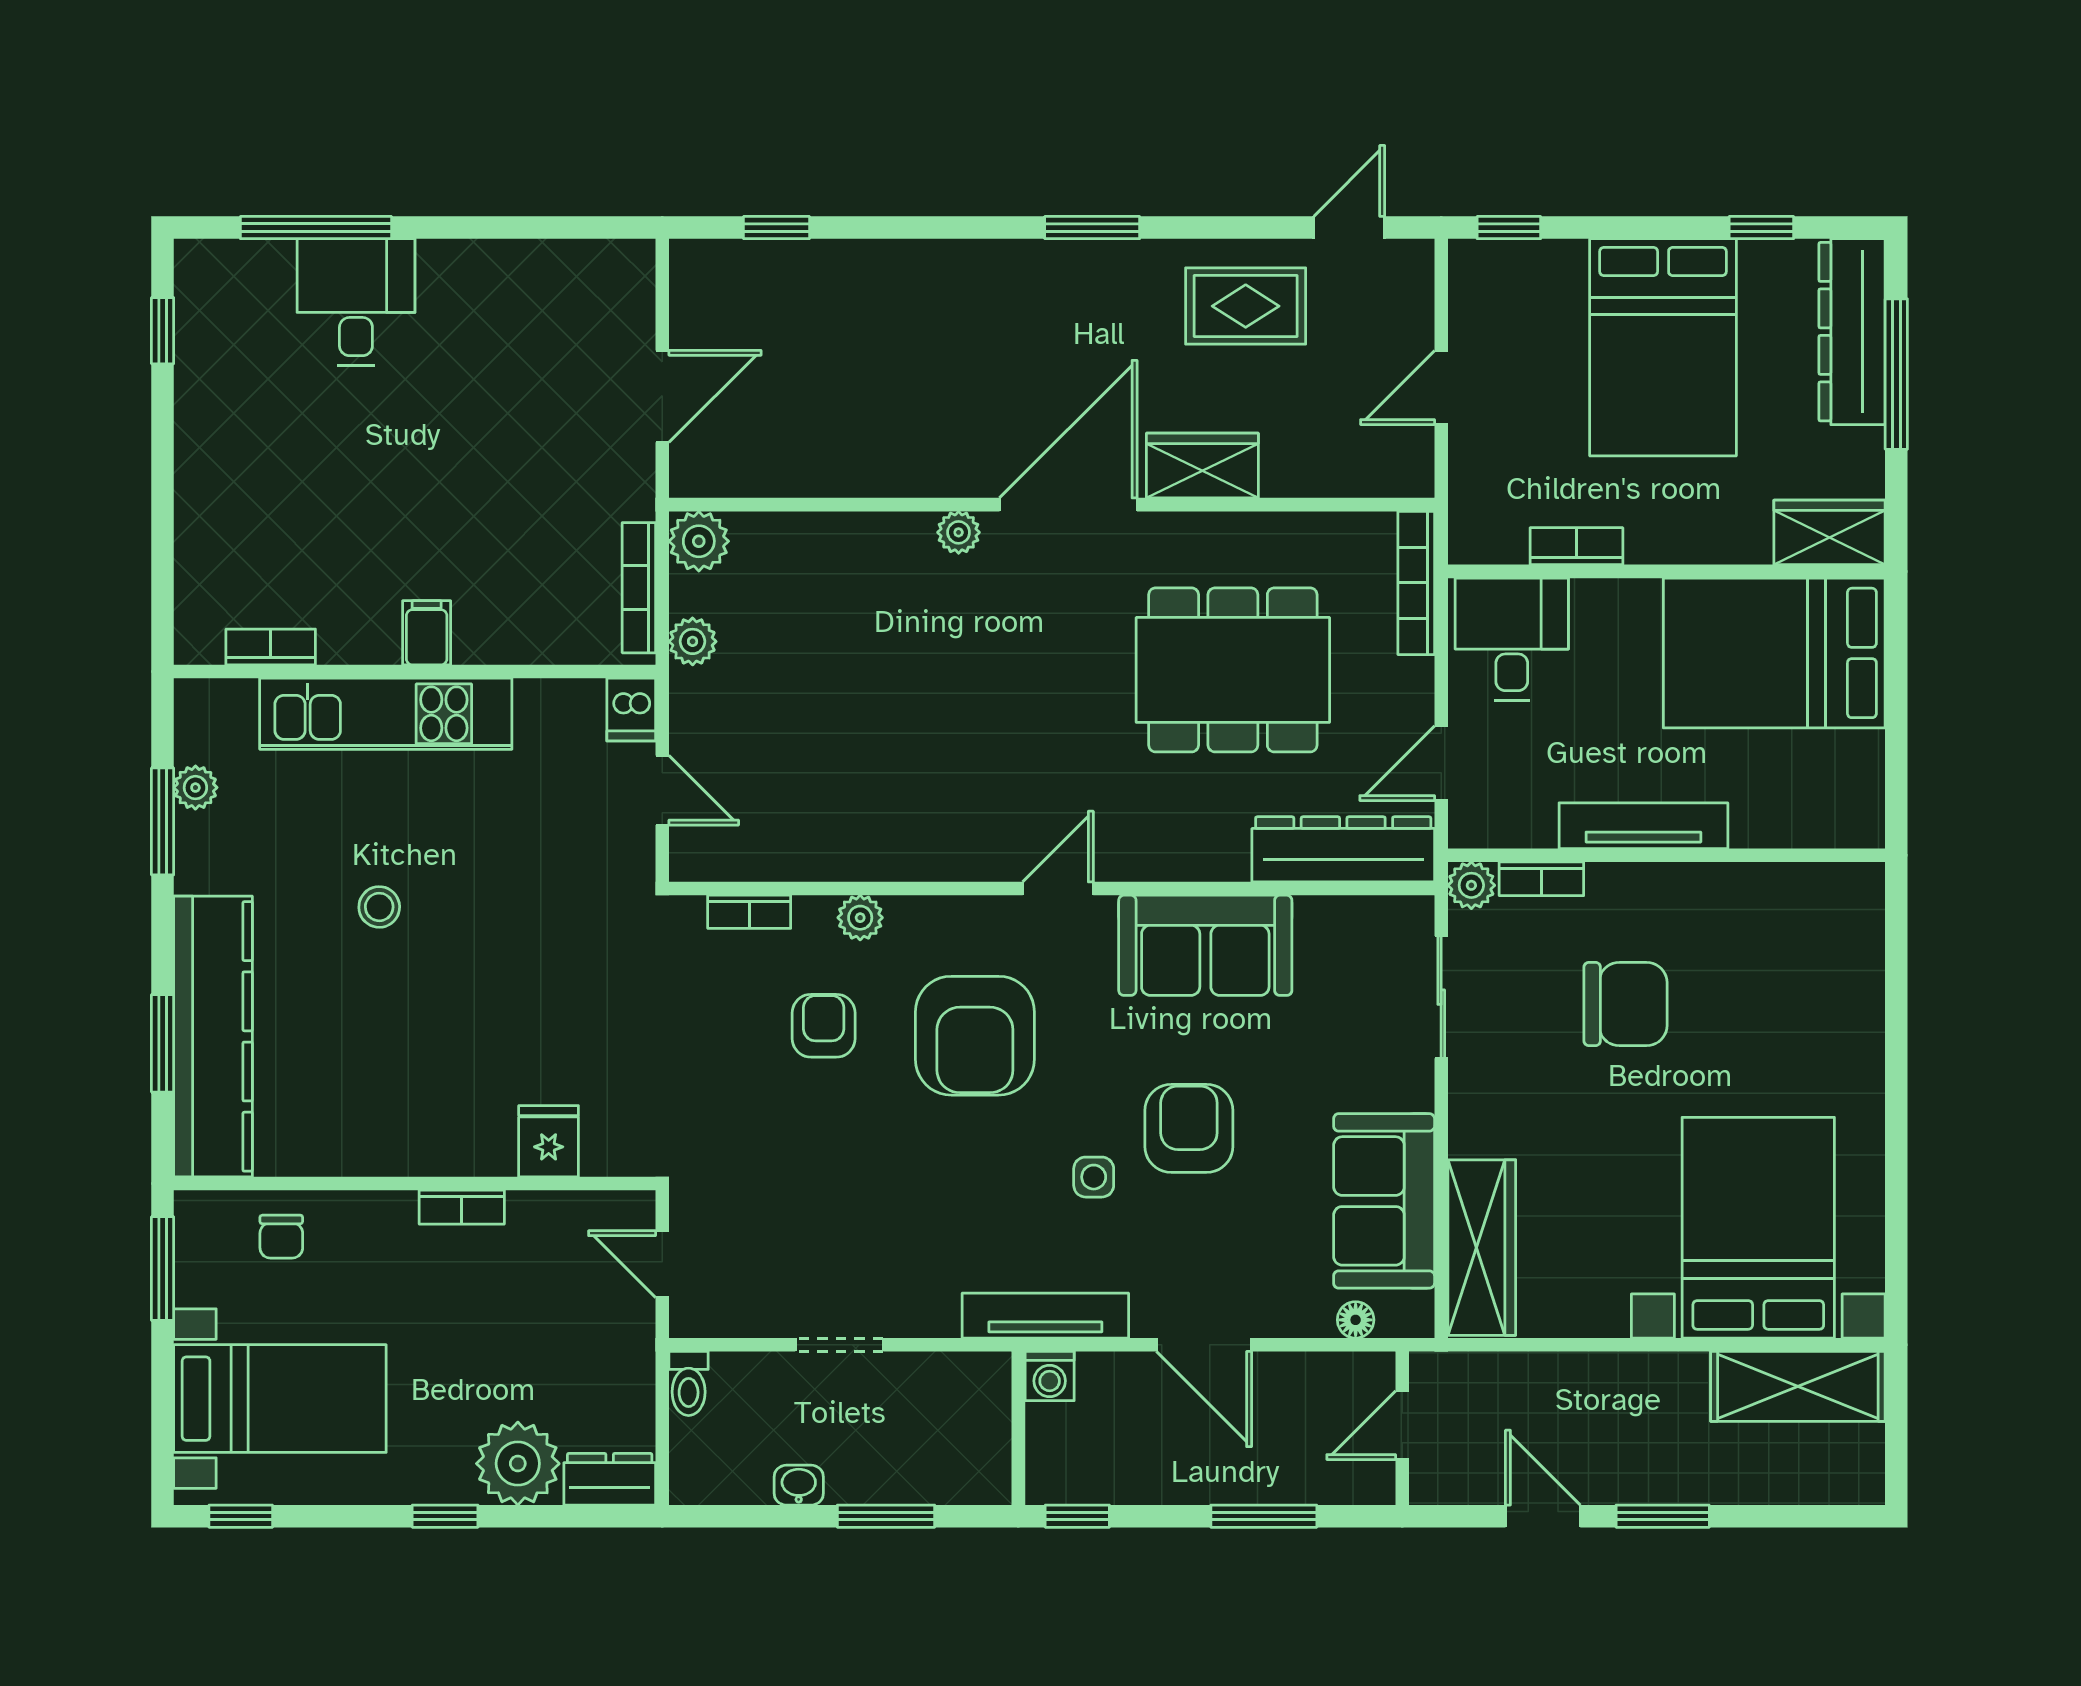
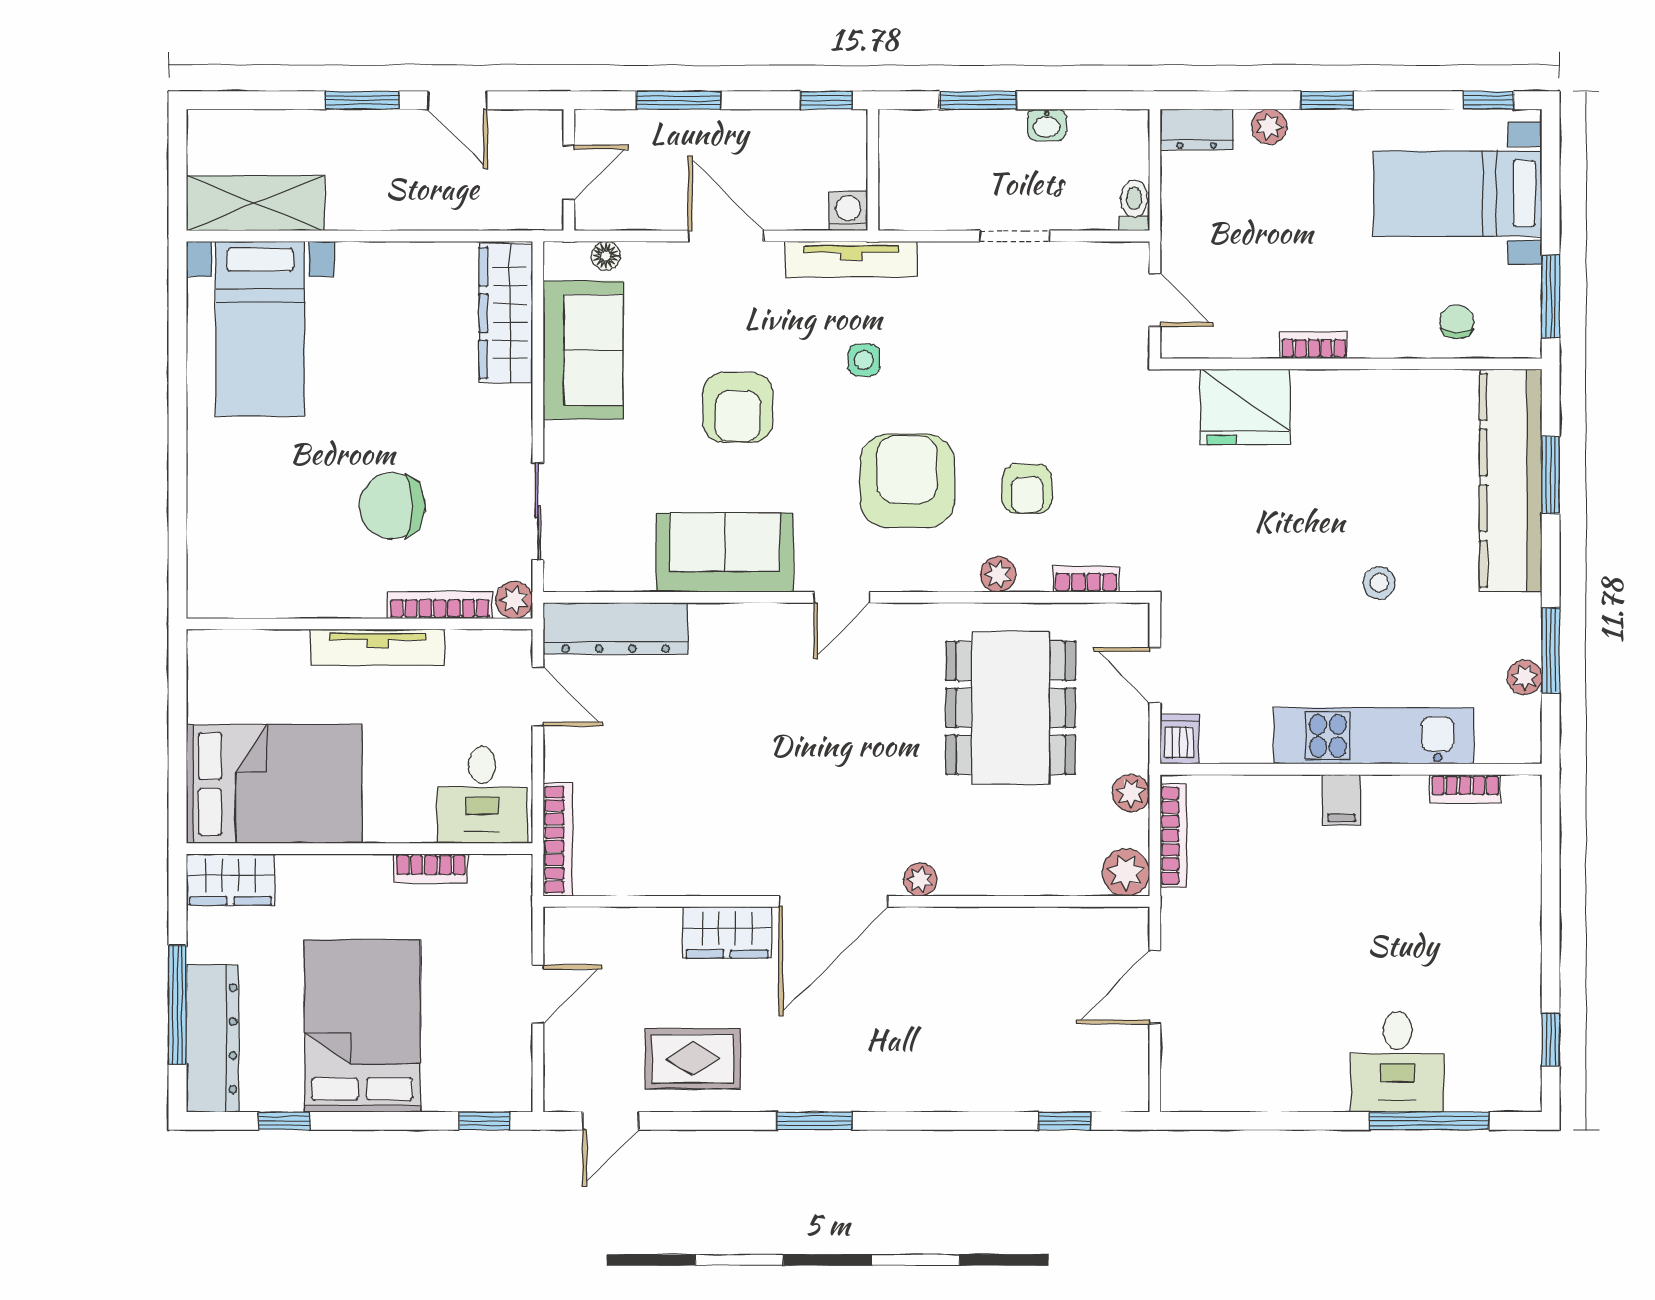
dining table: (1233, 670) -> (1011, 708), moved, turned 90
door: (1441, 763) -> (538, 697), hinge flipped
bookcase: (1541, 879) -> (440, 605), width x1.56
fridge: (549, 1141) -> (1245, 407), width x1.88, depth x1.34
side table: (1094, 1177) -> (864, 360), moved
bed with nightstands: (1758, 1228) -> (260, 329), width x0.73
plant: (518, 1464) -> (1269, 127), width x0.53, depth x0.53

